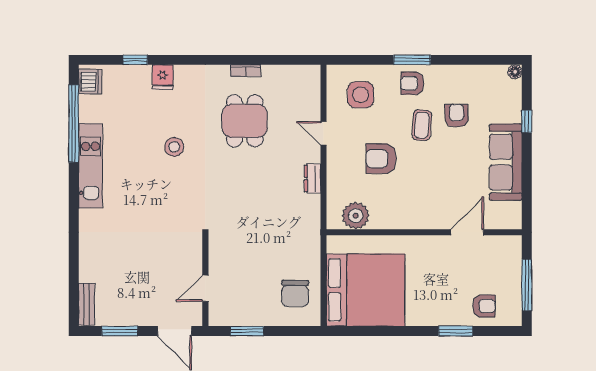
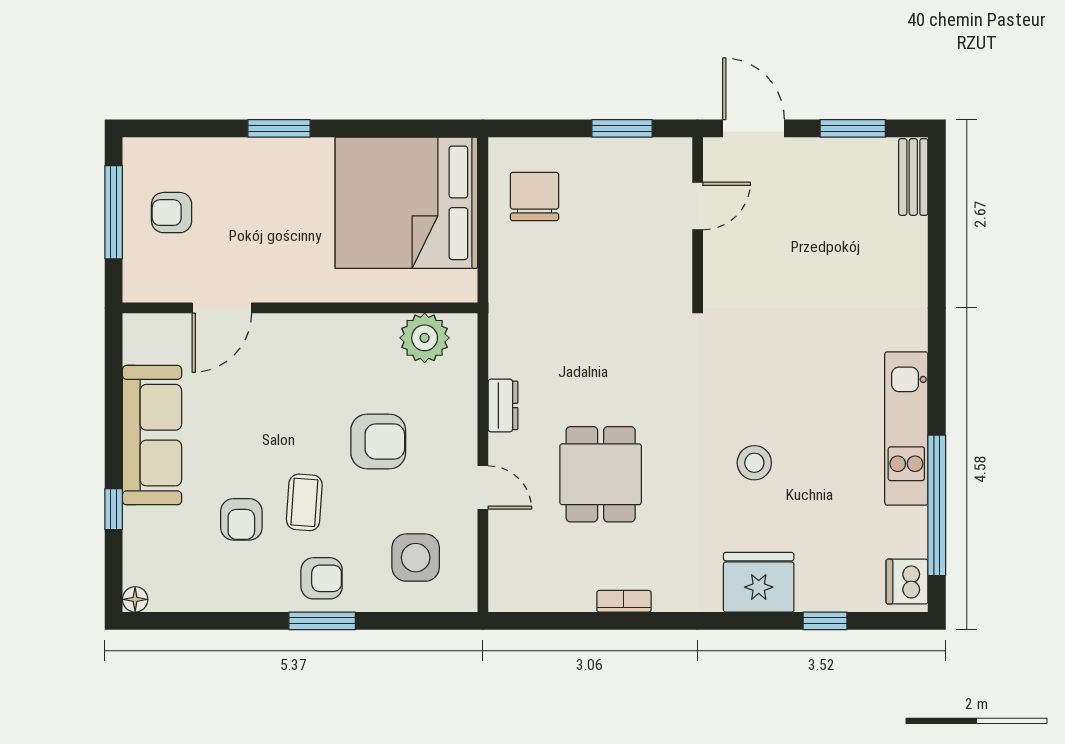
fridge: (163, 77) -> (759, 582), width x1.88, depth x1.34
dining table: (245, 121) -> (601, 474), moved
armchair: (484, 306) -> (172, 213), moved
window: (456, 331) -> (279, 128), moved

